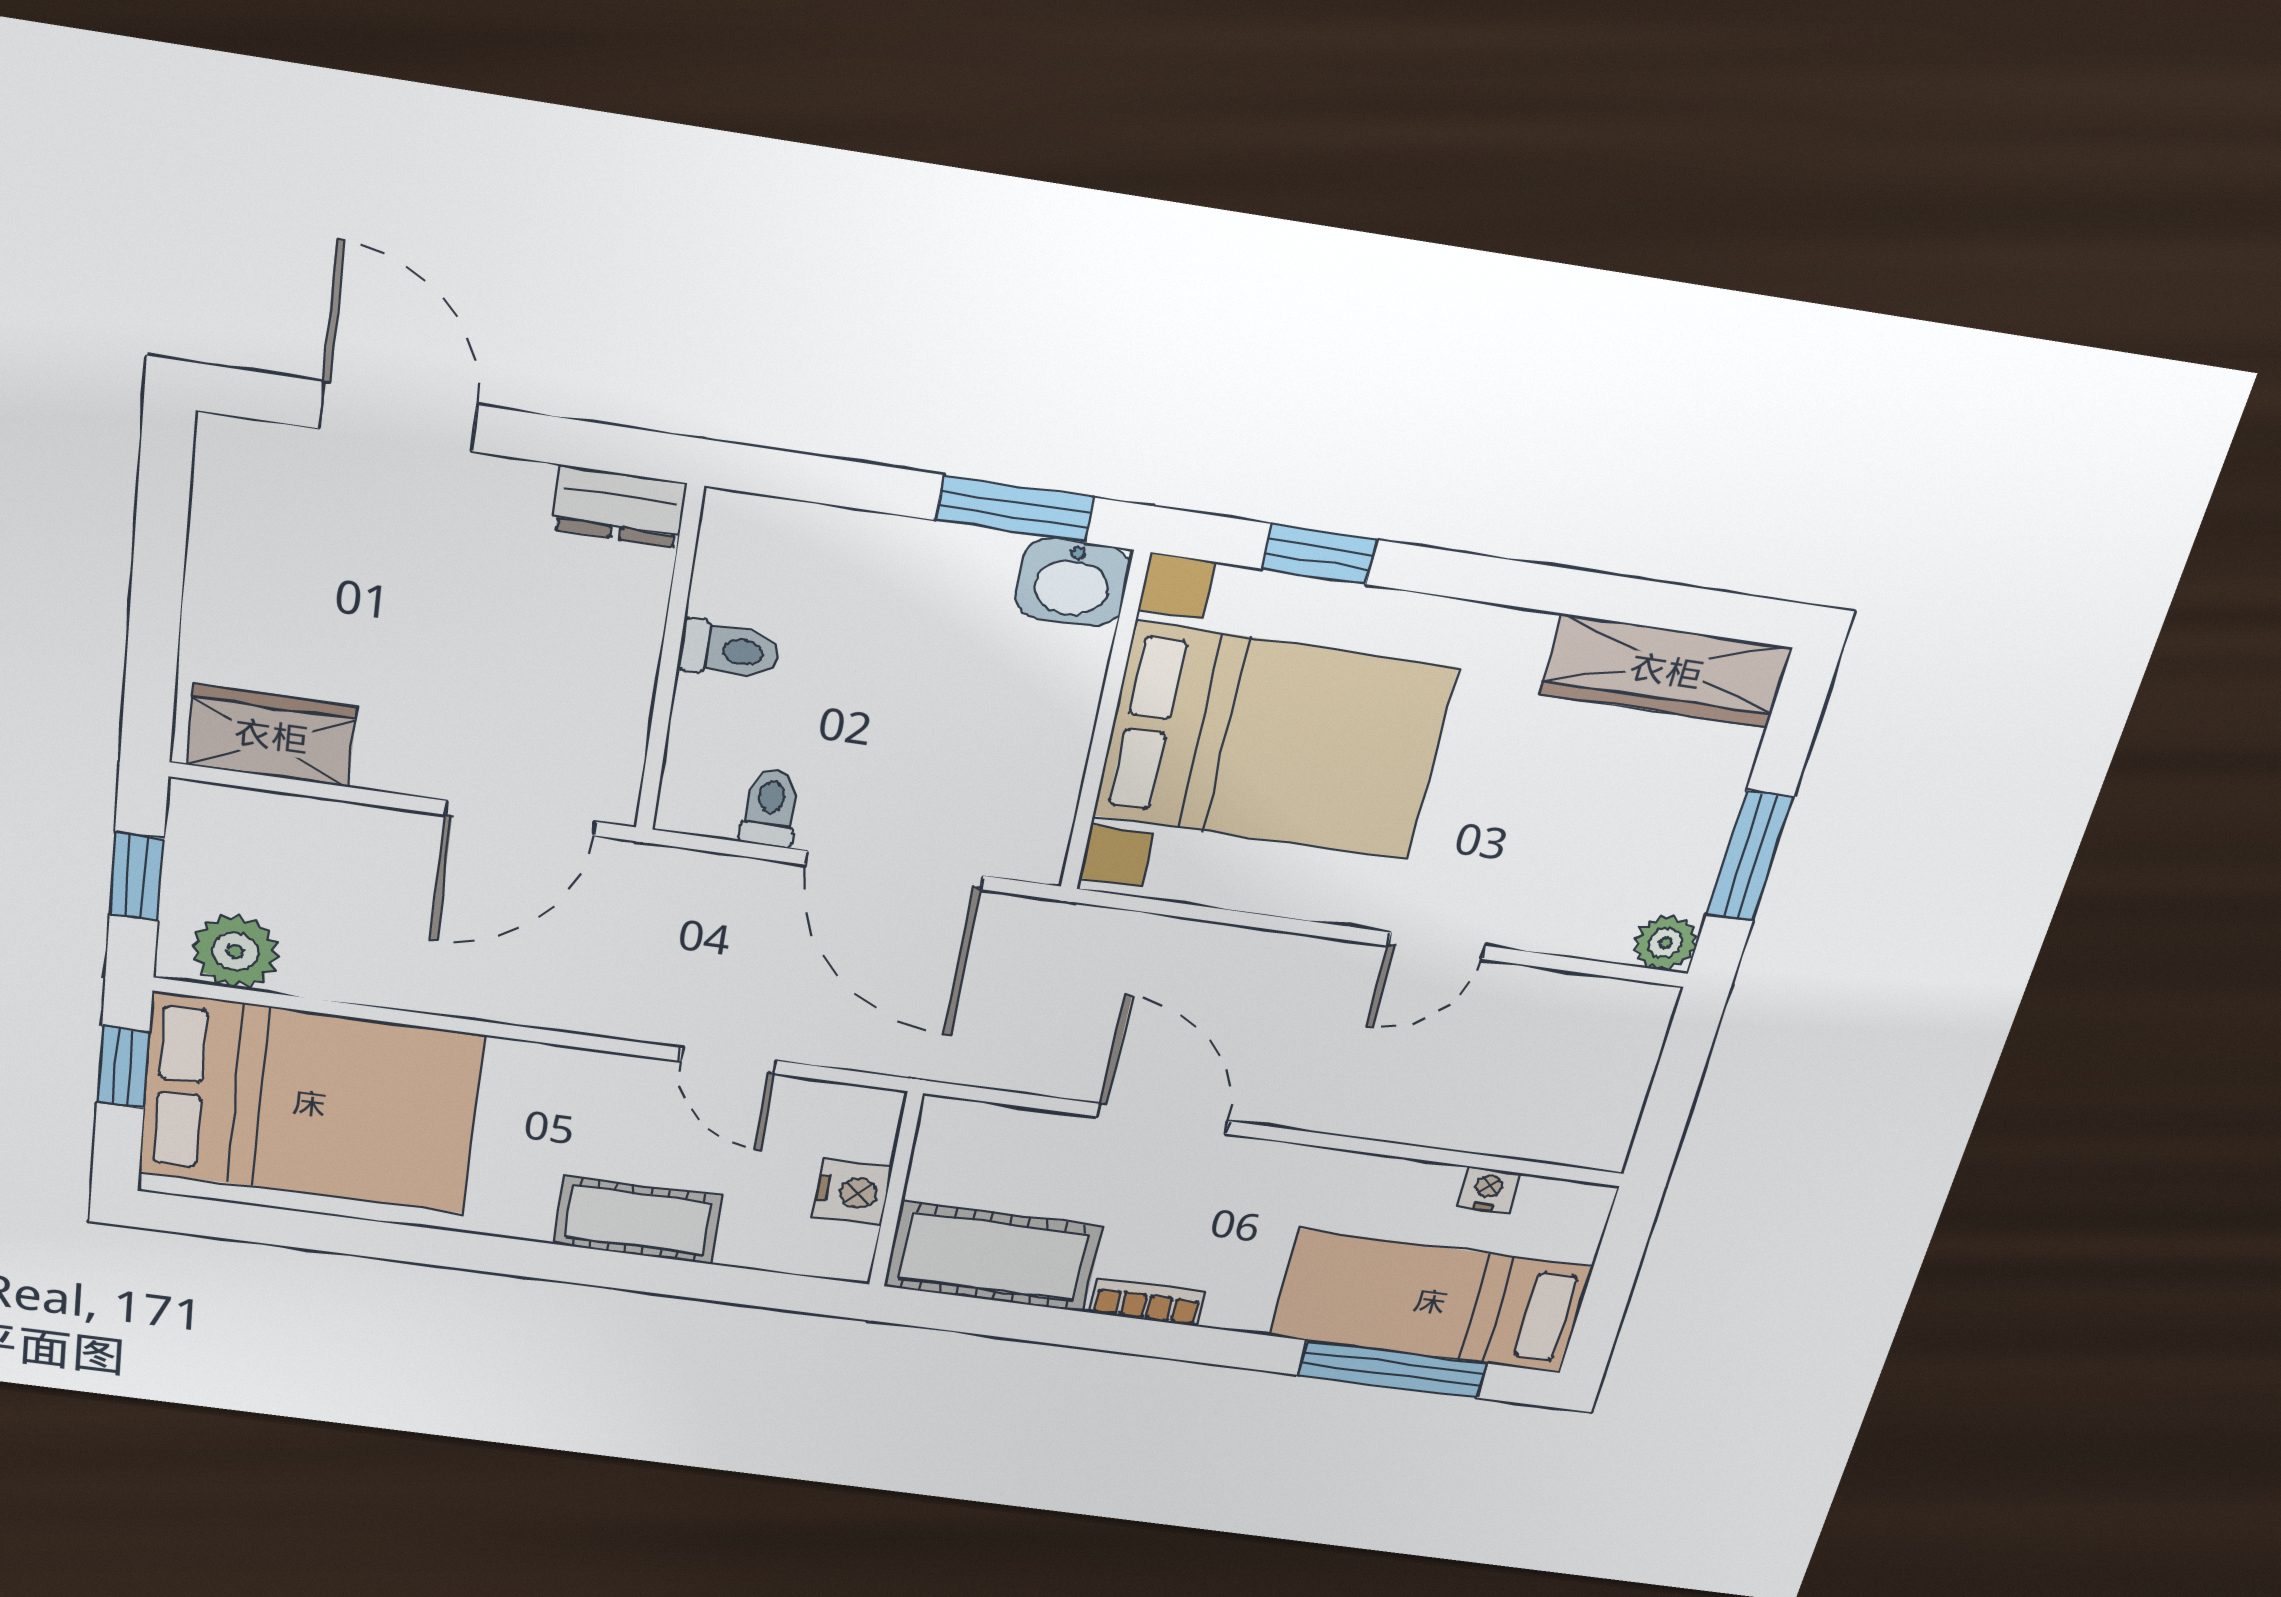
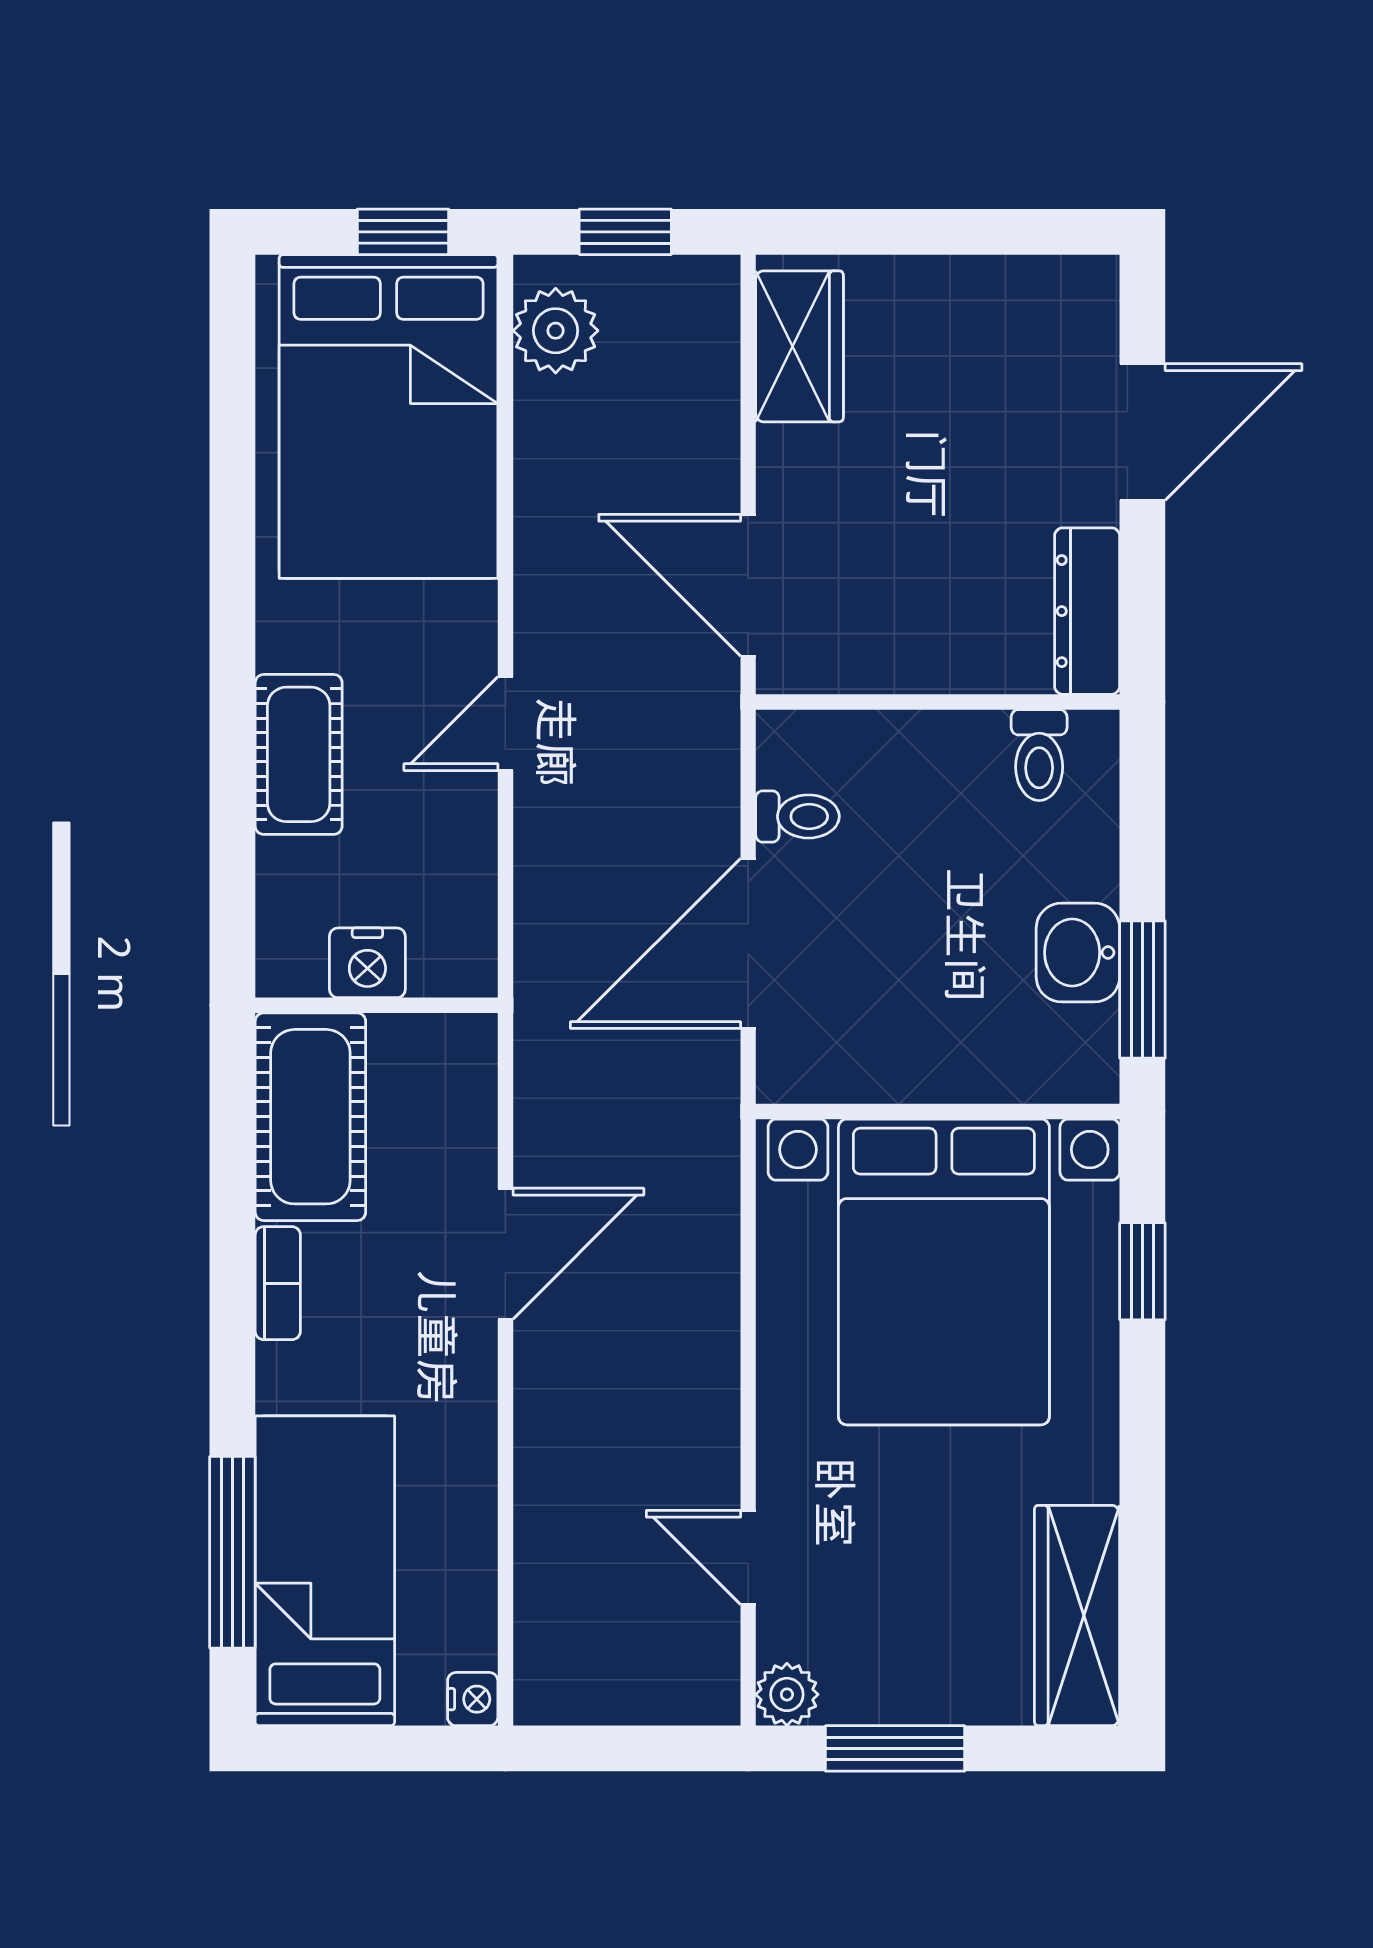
dresser: (619, 506) -> (1087, 611), width x1.44
washbasin: (1072, 582) -> (1078, 953), moved
toilet: (729, 650) -> (1039, 755), moved
door: (1437, 946) -> (748, 1557), moved
door: (728, 1061) -> (505, 724), moved
nightstand: (1488, 1189) -> (473, 1699), moved

